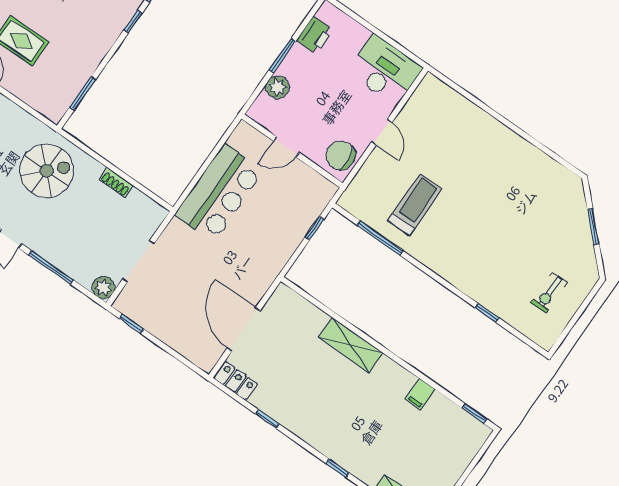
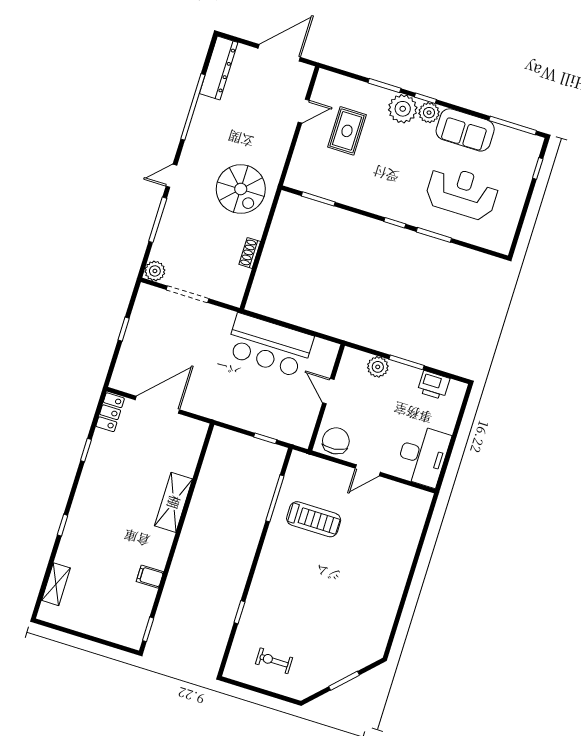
window: (132, 324) -> (124, 329), moved

